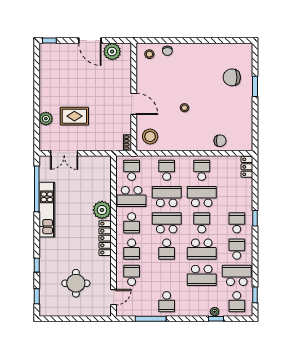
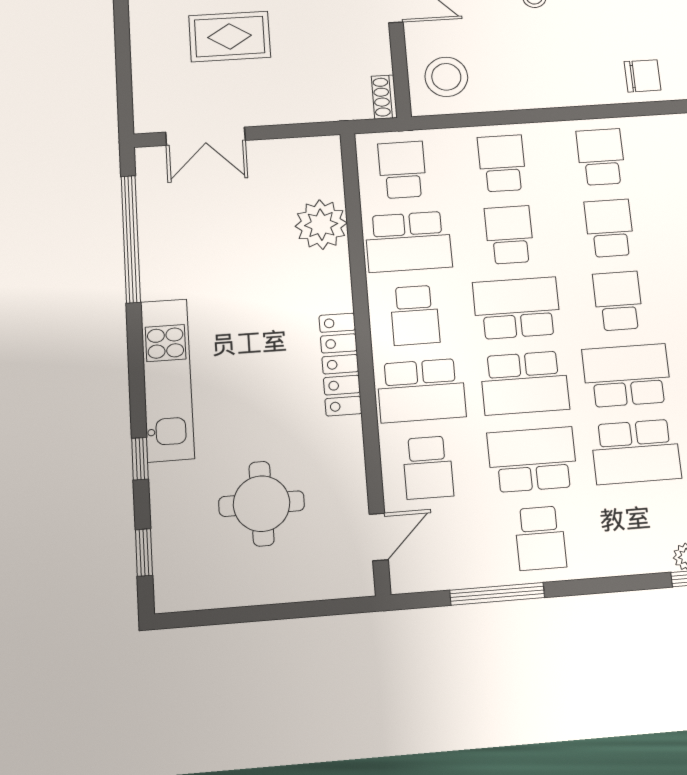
plant: (46, 119) -> (149, 48), removed
school desk: (167, 197) -> (509, 235), width x0.54
school desk: (202, 197) -> (609, 228), width x0.54
kitchen unit: (47, 210) -> (167, 380), moved
plant: (102, 210) -> (321, 225), moved
school desk: (132, 249) -> (421, 390), width x1.85
school desk: (167, 249) -> (524, 383), width x1.85
school desk: (202, 249) -> (627, 375), turned 180
school desk: (132, 275) -> (428, 468), turned 180
school desk: (167, 275) -> (532, 460), added

